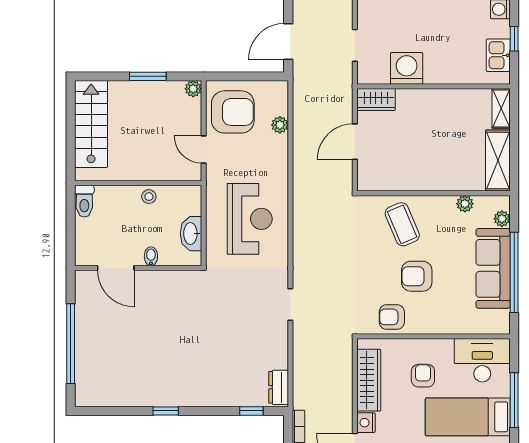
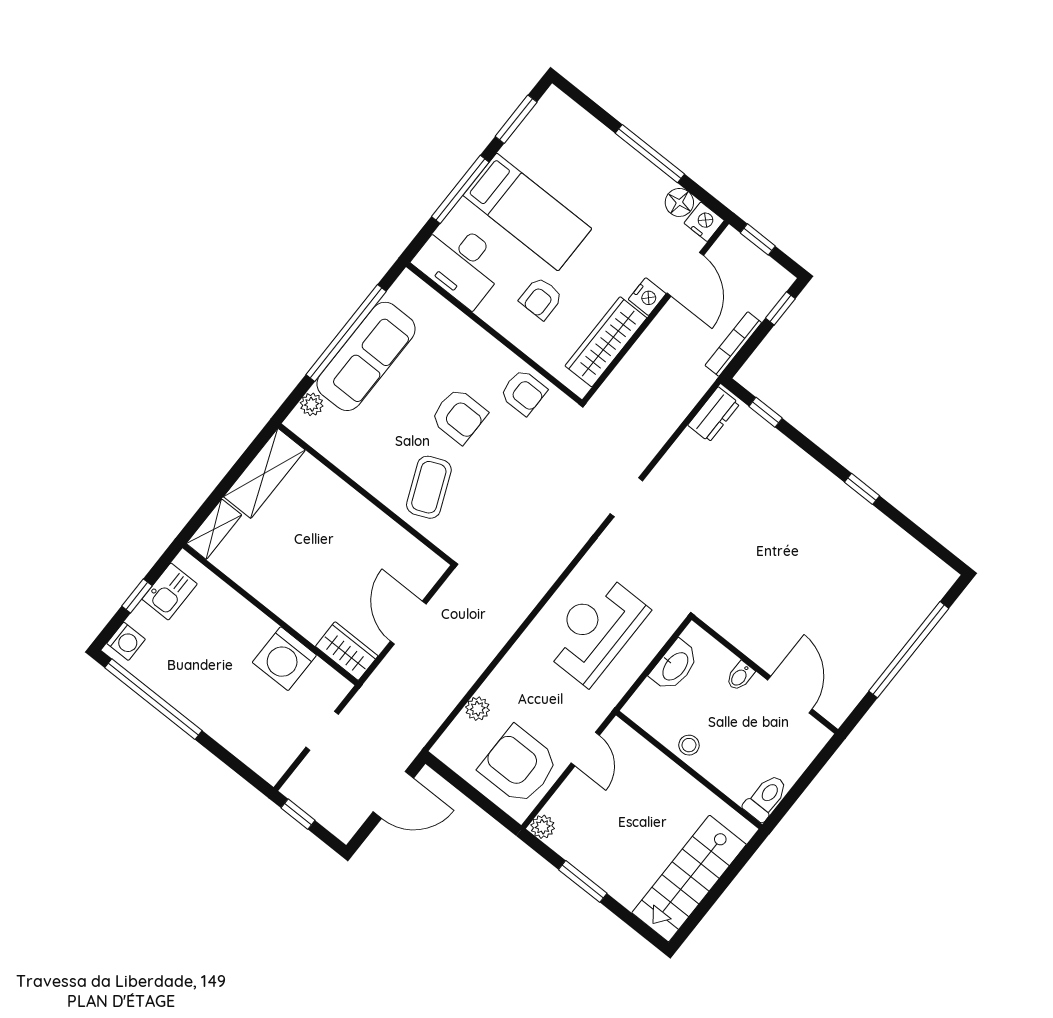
door: (355, 142) -> (408, 623), swing flipped
plant: (465, 204) -> (340, 454), removed

